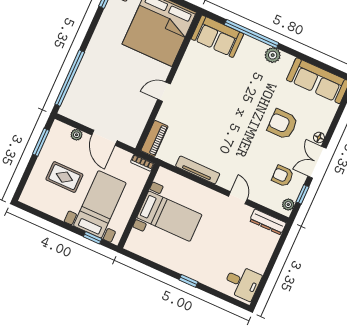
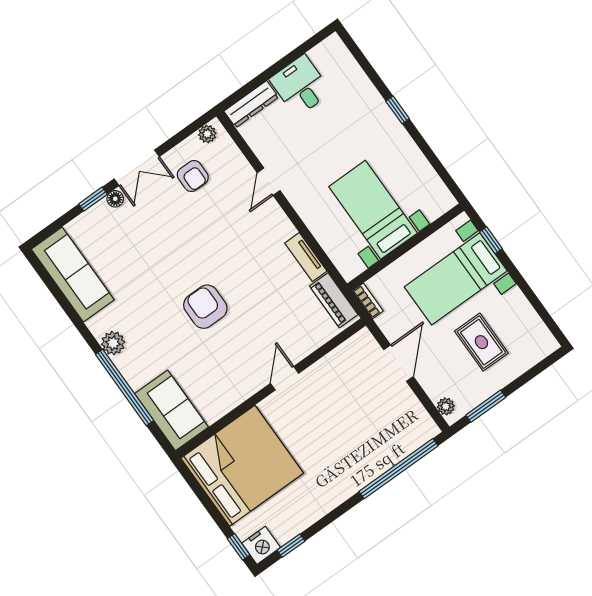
door: (164, 92) -> (285, 378), swing flipped
armchair: (282, 124) -> (205, 307), moved, turned 180
plant: (77, 135) -> (446, 406), moved
piano: (155, 138) -> (334, 300), moved, turned -90
tv unit: (198, 170) -> (306, 257), width x0.71
window: (303, 194) -> (93, 199), moved
dresser: (268, 222) -> (251, 104), moved, turned 90
desk: (242, 282) -> (300, 86), moved

